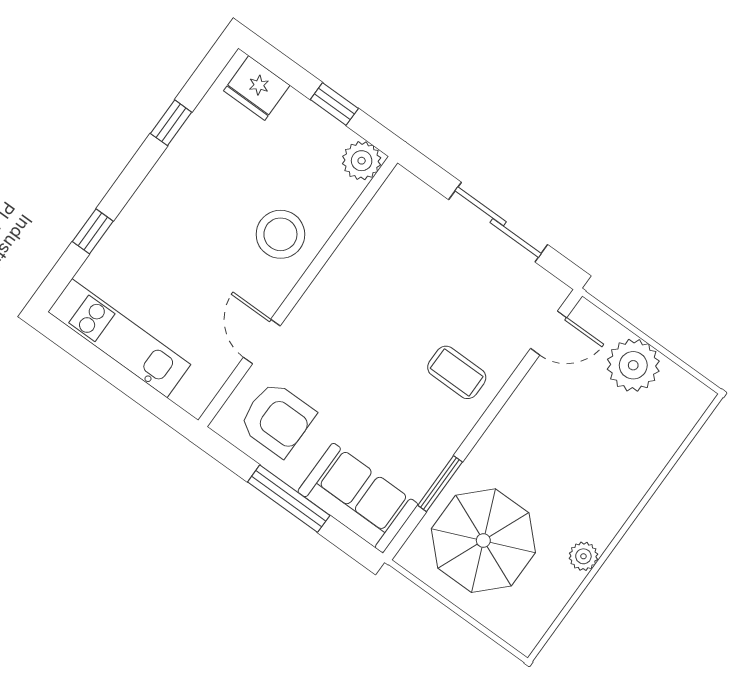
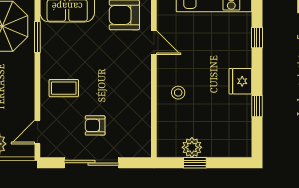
fridge: (257, 88) -> (240, 81), moved, turned -90
plant: (362, 161) -> (192, 147), moved
stool: (280, 234) -> (178, 93), width x0.53, depth x0.53
armchair: (450, 277) -> (95, 125), added

